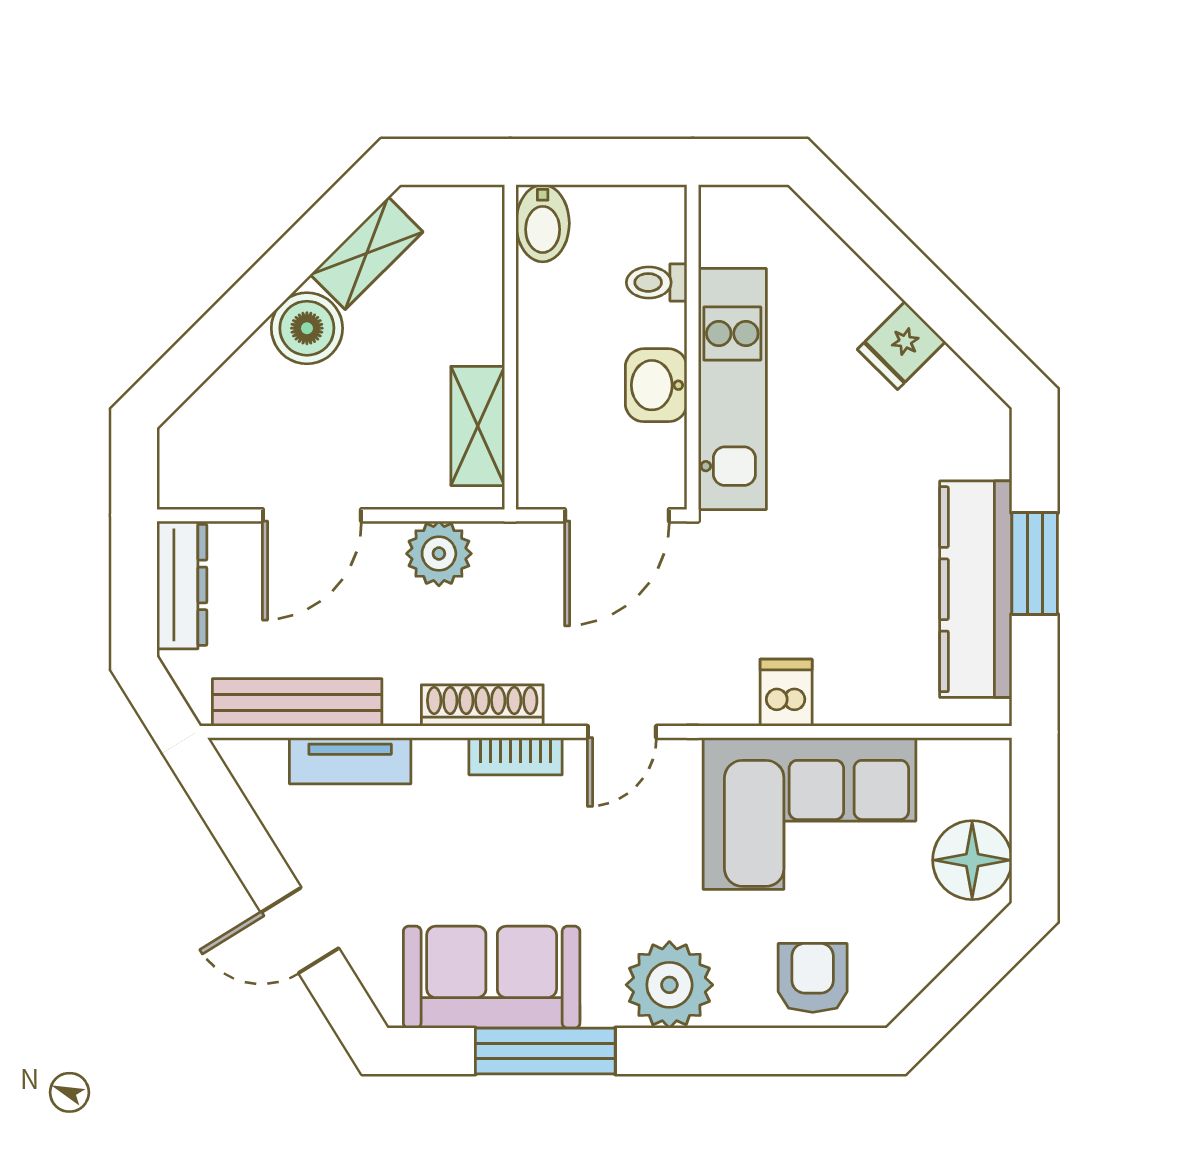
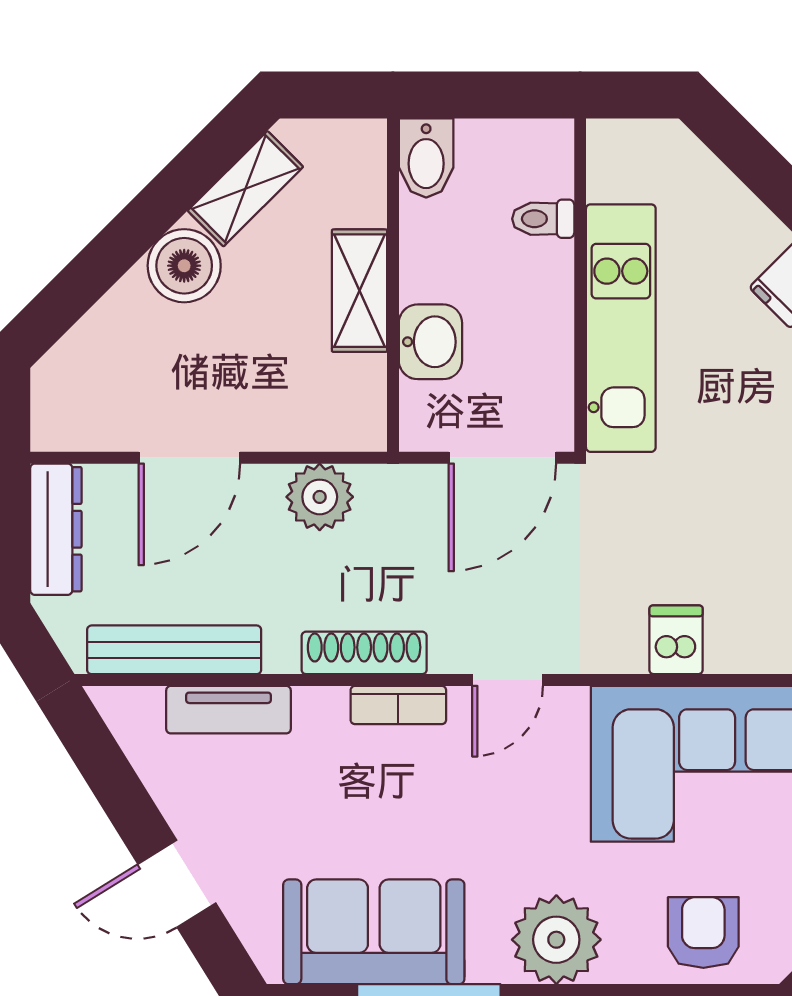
washbasin: (656, 385) -> (430, 342), moved, turned 180
shelving: (478, 426) -> (359, 291), moved

